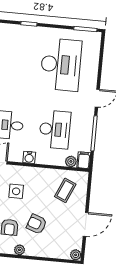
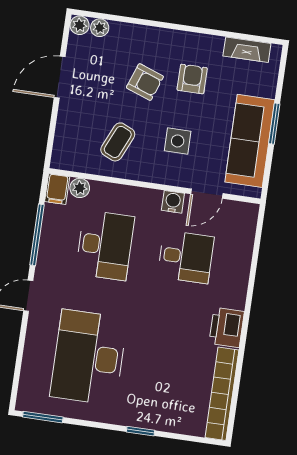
desk: (55, 129) -> (105, 245), turned 180
water cooler: (29, 157) -> (173, 202), moved
coffee table: (65, 190) -> (118, 142), moved
plant: (19, 250) -> (100, 28), moved

